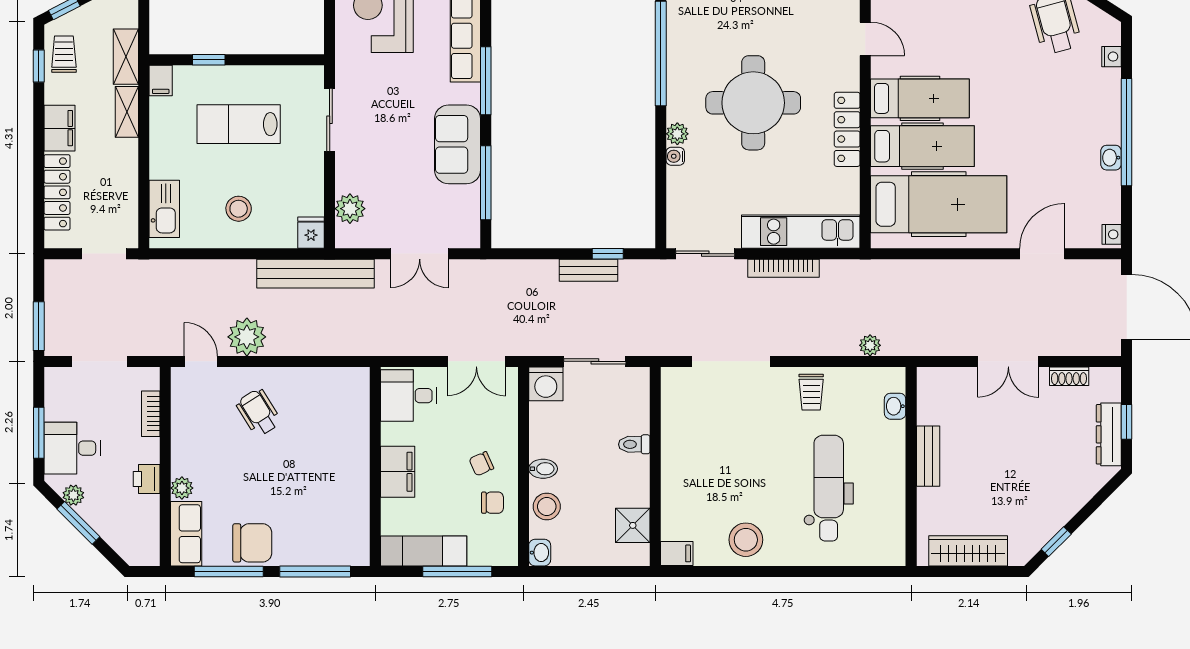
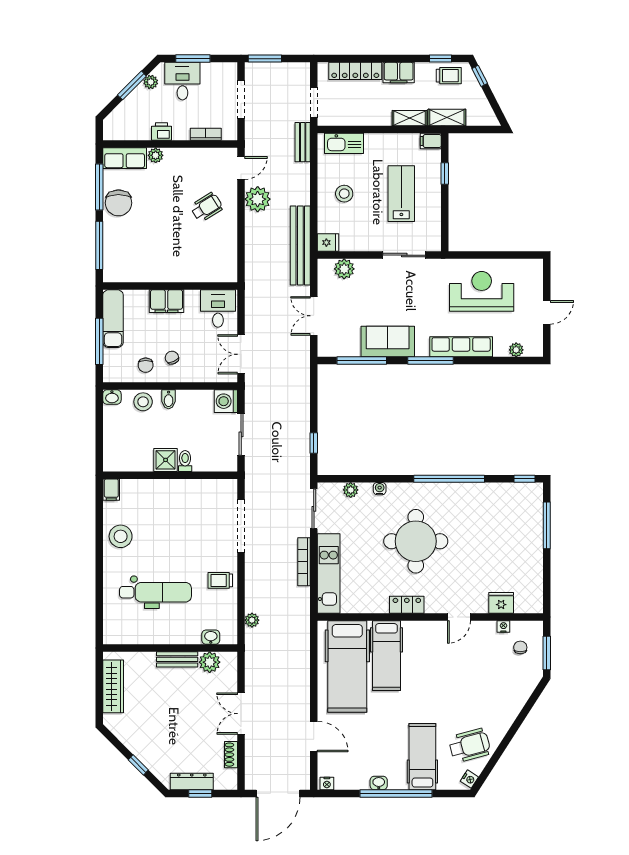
nightstand: (1111, 57) -> (469, 779), moved, turned -57
hospital bed: (920, 98) -> (422, 757), moved, turned 180
locker: (847, 129) -> (407, 605), width x0.66
plant: (677, 134) -> (351, 490), moved
bench: (589, 270) -> (303, 142), moved
plant: (932, 408) -> (210, 662), added
shower: (633, 525) -> (166, 460), moved
window: (1056, 542) -> (138, 765), moved

